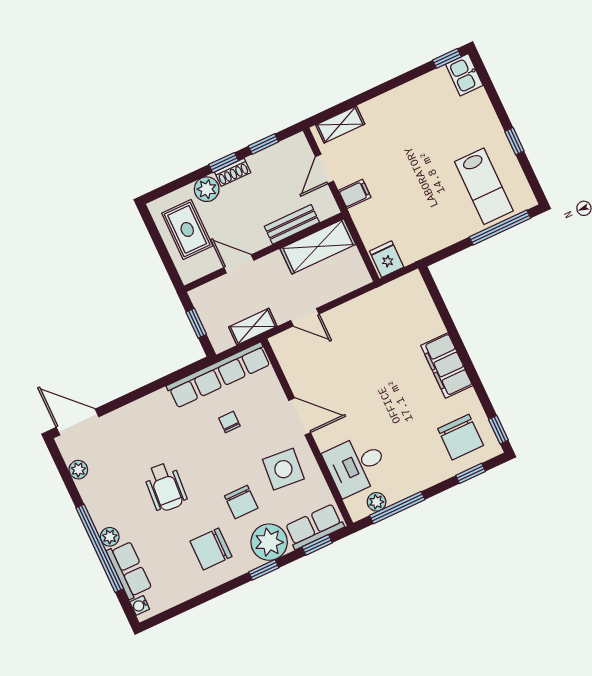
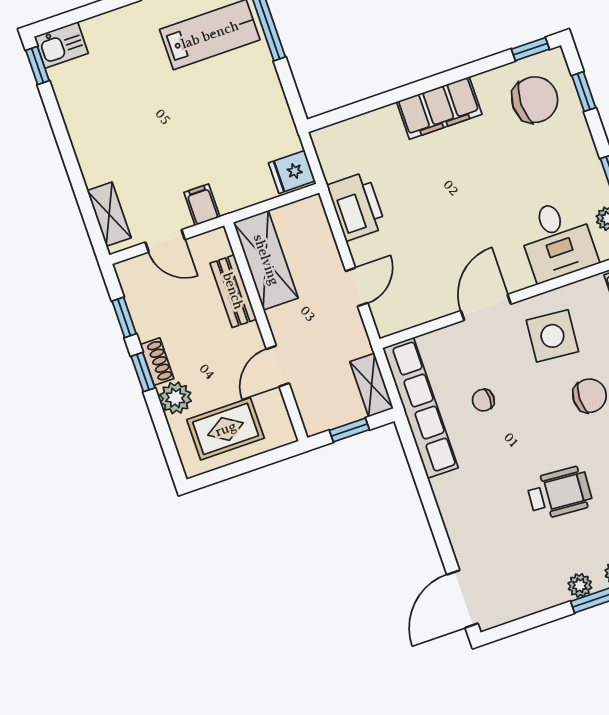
printer: (366, 311) -> (356, 206), added
shelving: (253, 327) -> (372, 385), moved
plant: (78, 470) -> (580, 585), moved

